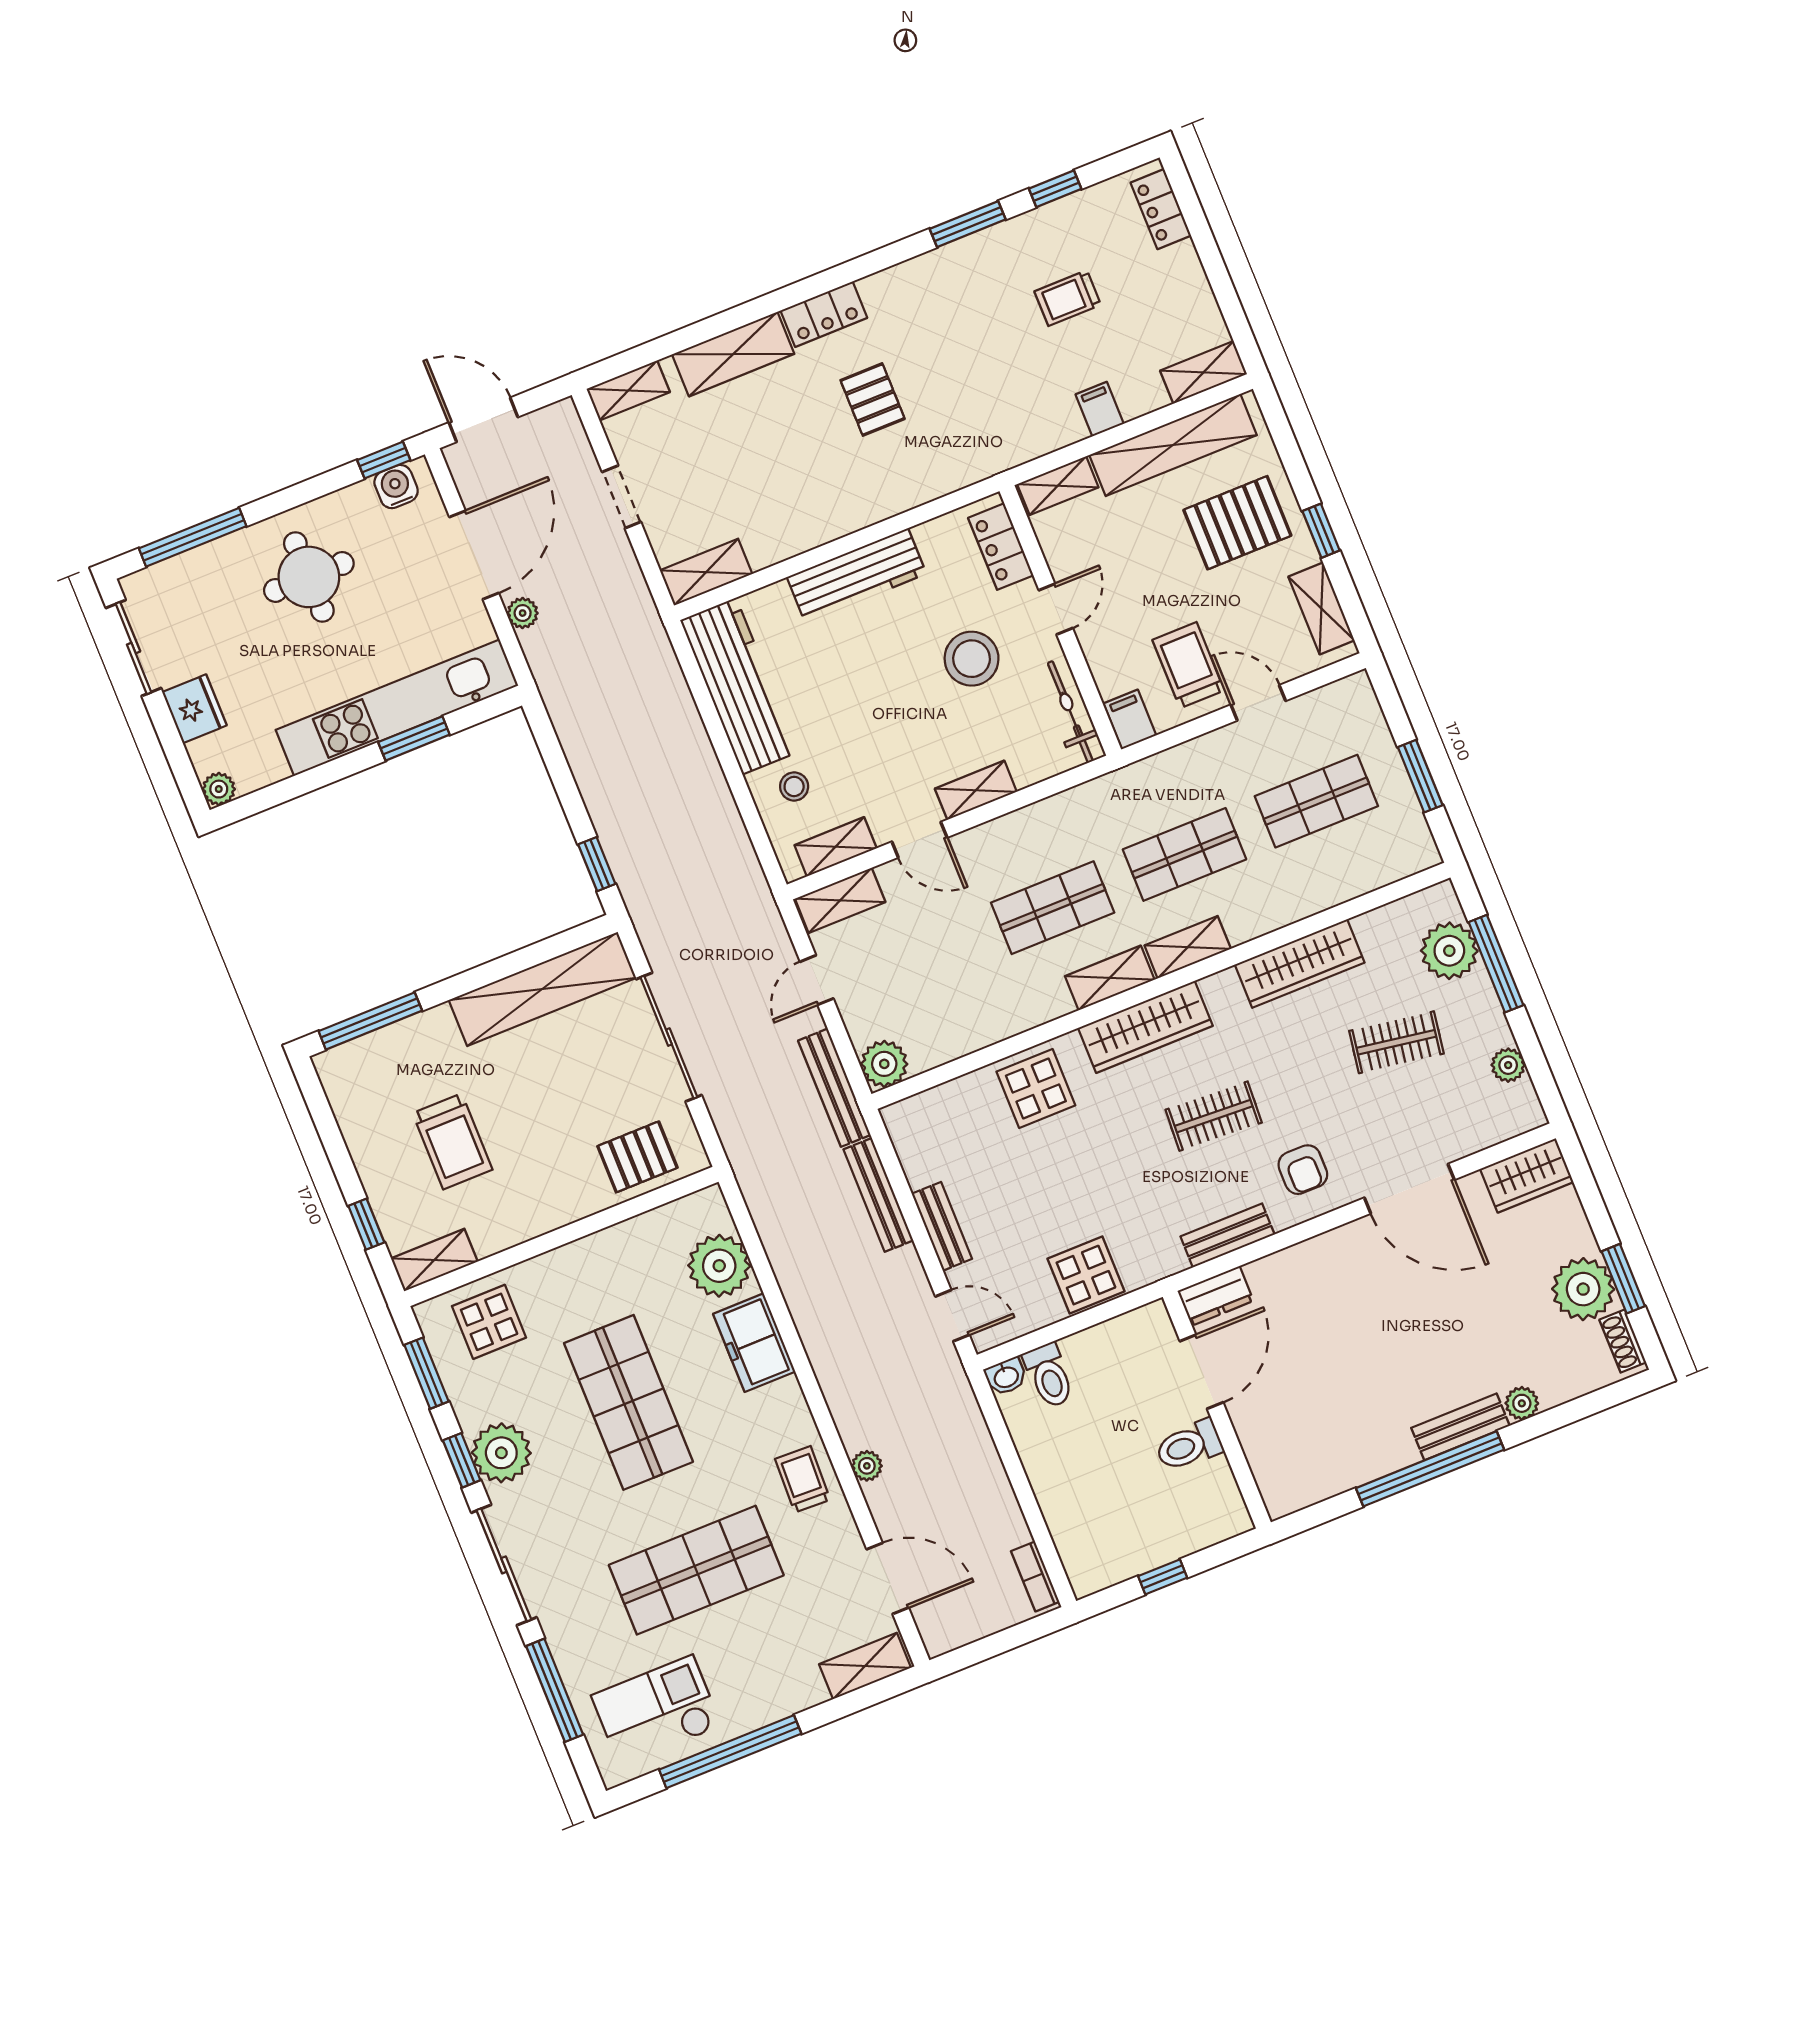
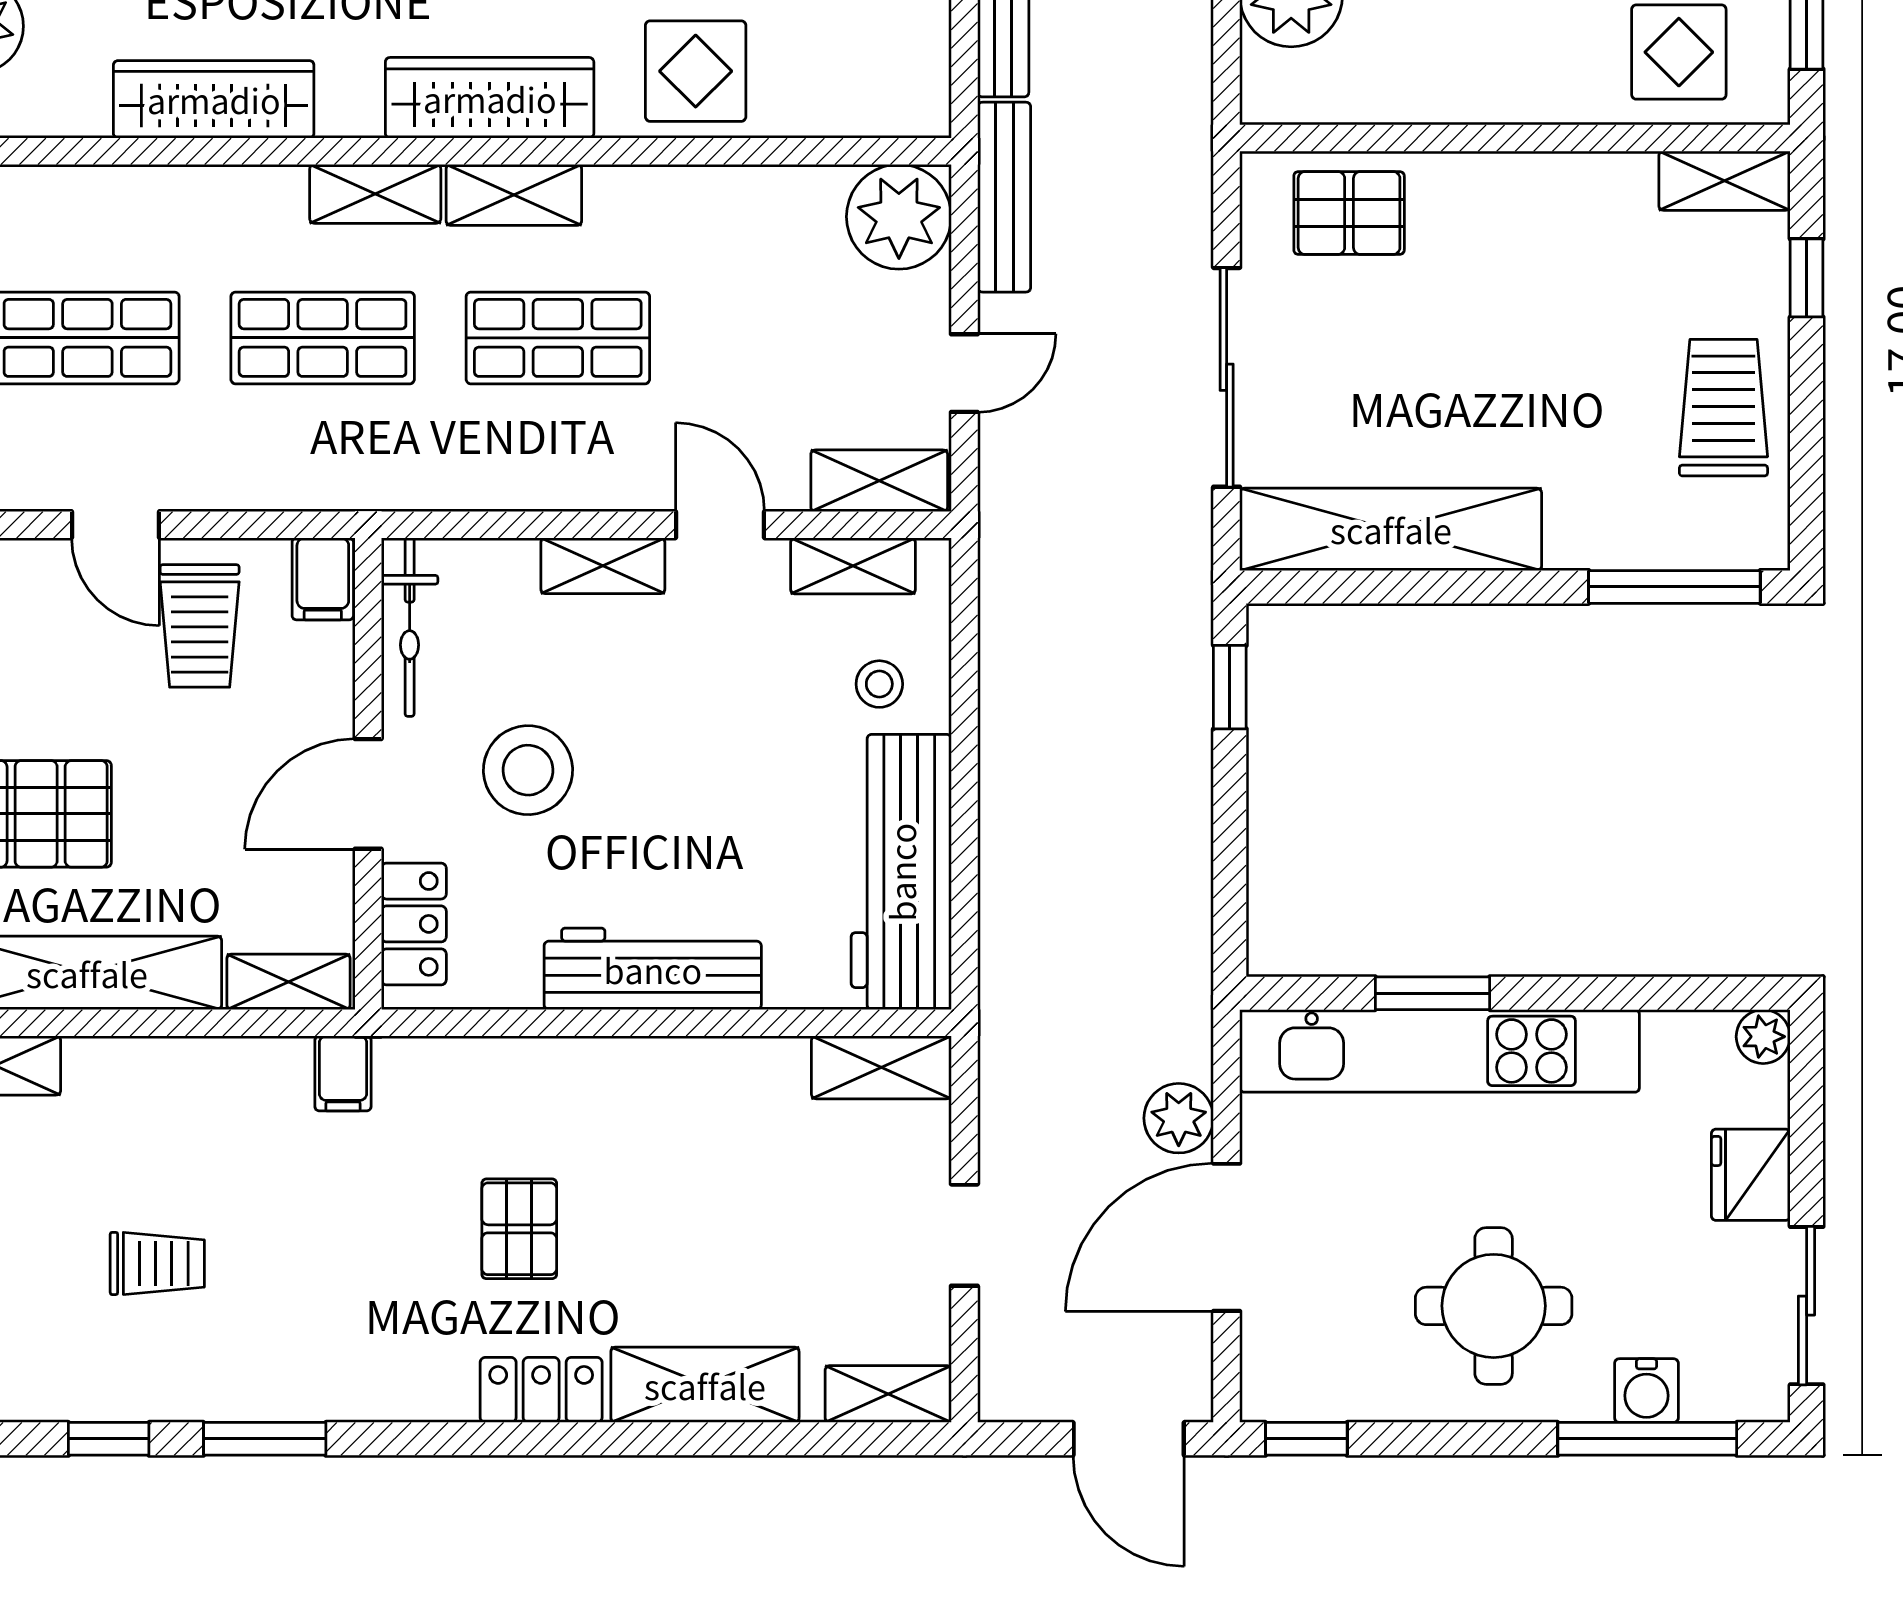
filing cabinet: (1100, 409) -> (343, 1073), moved
water cooler: (396, 487) -> (1646, 1391), moved
door: (1056, 609) -> (368, 794), width x1.38
plant: (523, 613) -> (1179, 1118), width x1.38, depth x1.38
plant: (884, 1064) -> (899, 217), width x1.36, depth x1.36
trolley: (452, 1141) -> (1723, 408), moved

